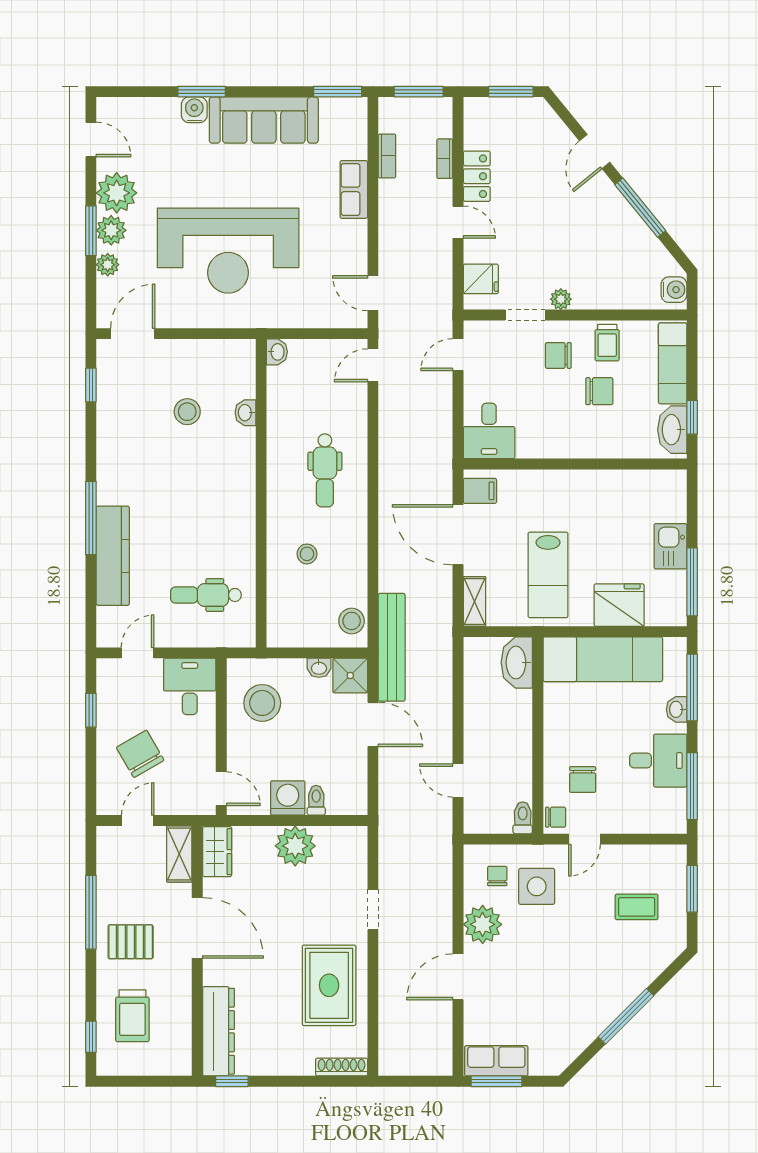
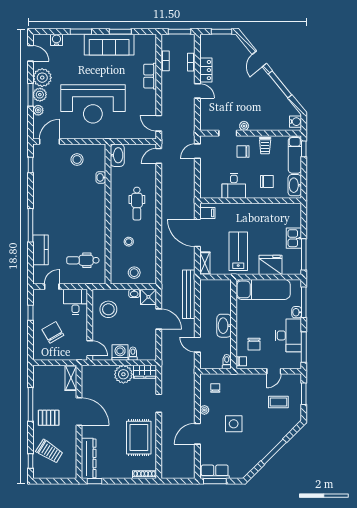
window: (338, 92) -> (120, 32), moved
water cooler: (194, 110) -> (56, 40), moved
fridge: (481, 279) -> (208, 117), removed
washbasin: (277, 352) -> (117, 155), width x1.91, depth x1.45
chair: (599, 391) -> (267, 182), moved
stool: (187, 412) -> (77, 160), moved
window: (692, 417) -> (304, 149), moved
desk: (489, 431) -> (234, 186), moved
kitchen counter: (113, 556) -> (41, 250), width x0.67
lab bench: (548, 575) -> (238, 251), turned 180
stool: (352, 621) -> (134, 273), moved
bench: (392, 647) -> (189, 294), moved
washbasin: (517, 662) -> (224, 326), moved
desk: (658, 761) -> (288, 335), width x1.37
door: (138, 820) -> (52, 363), removed
door: (585, 839) -> (274, 371), moved
wardrobe: (217, 852) -> (145, 372), moved, turned 90
side table: (537, 886) -> (234, 424), moved
plant: (483, 924) -> (204, 410), width x0.53, depth x0.53
trolley: (132, 1016) -> (49, 451), turned -58

